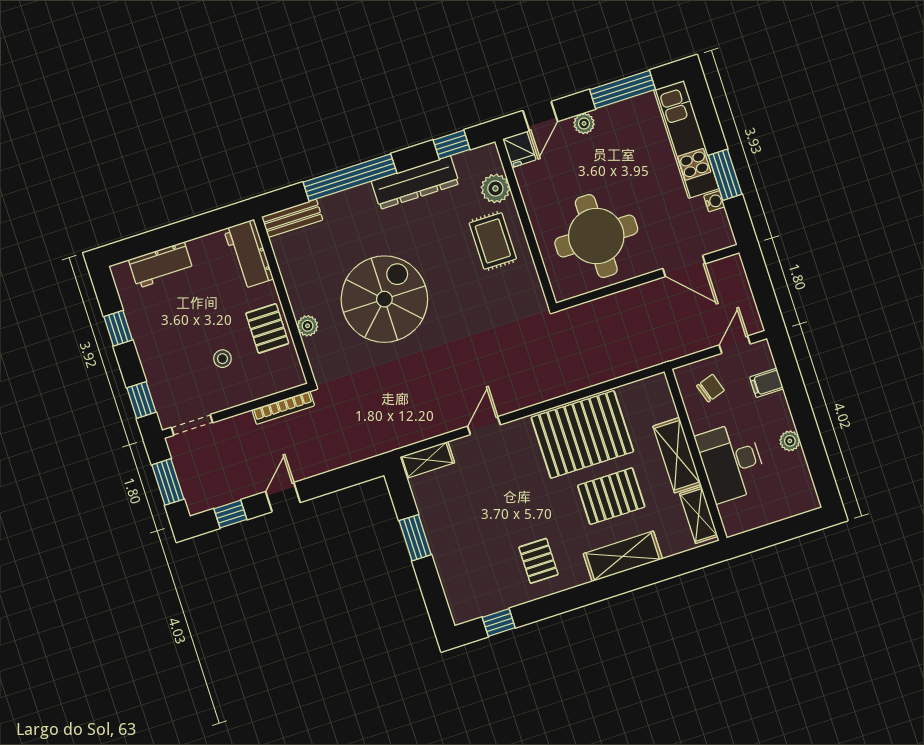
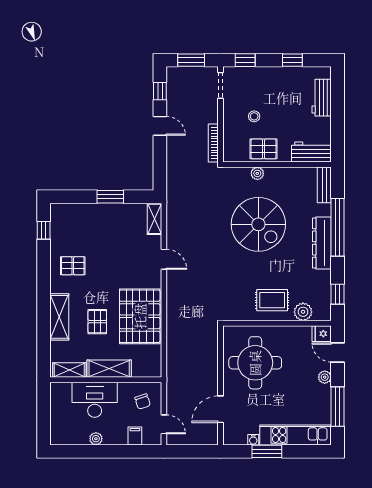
dresser: (415, 183) -> (322, 243), moved
pallet: (611, 496) -> (97, 322), width x0.67, depth x0.71

